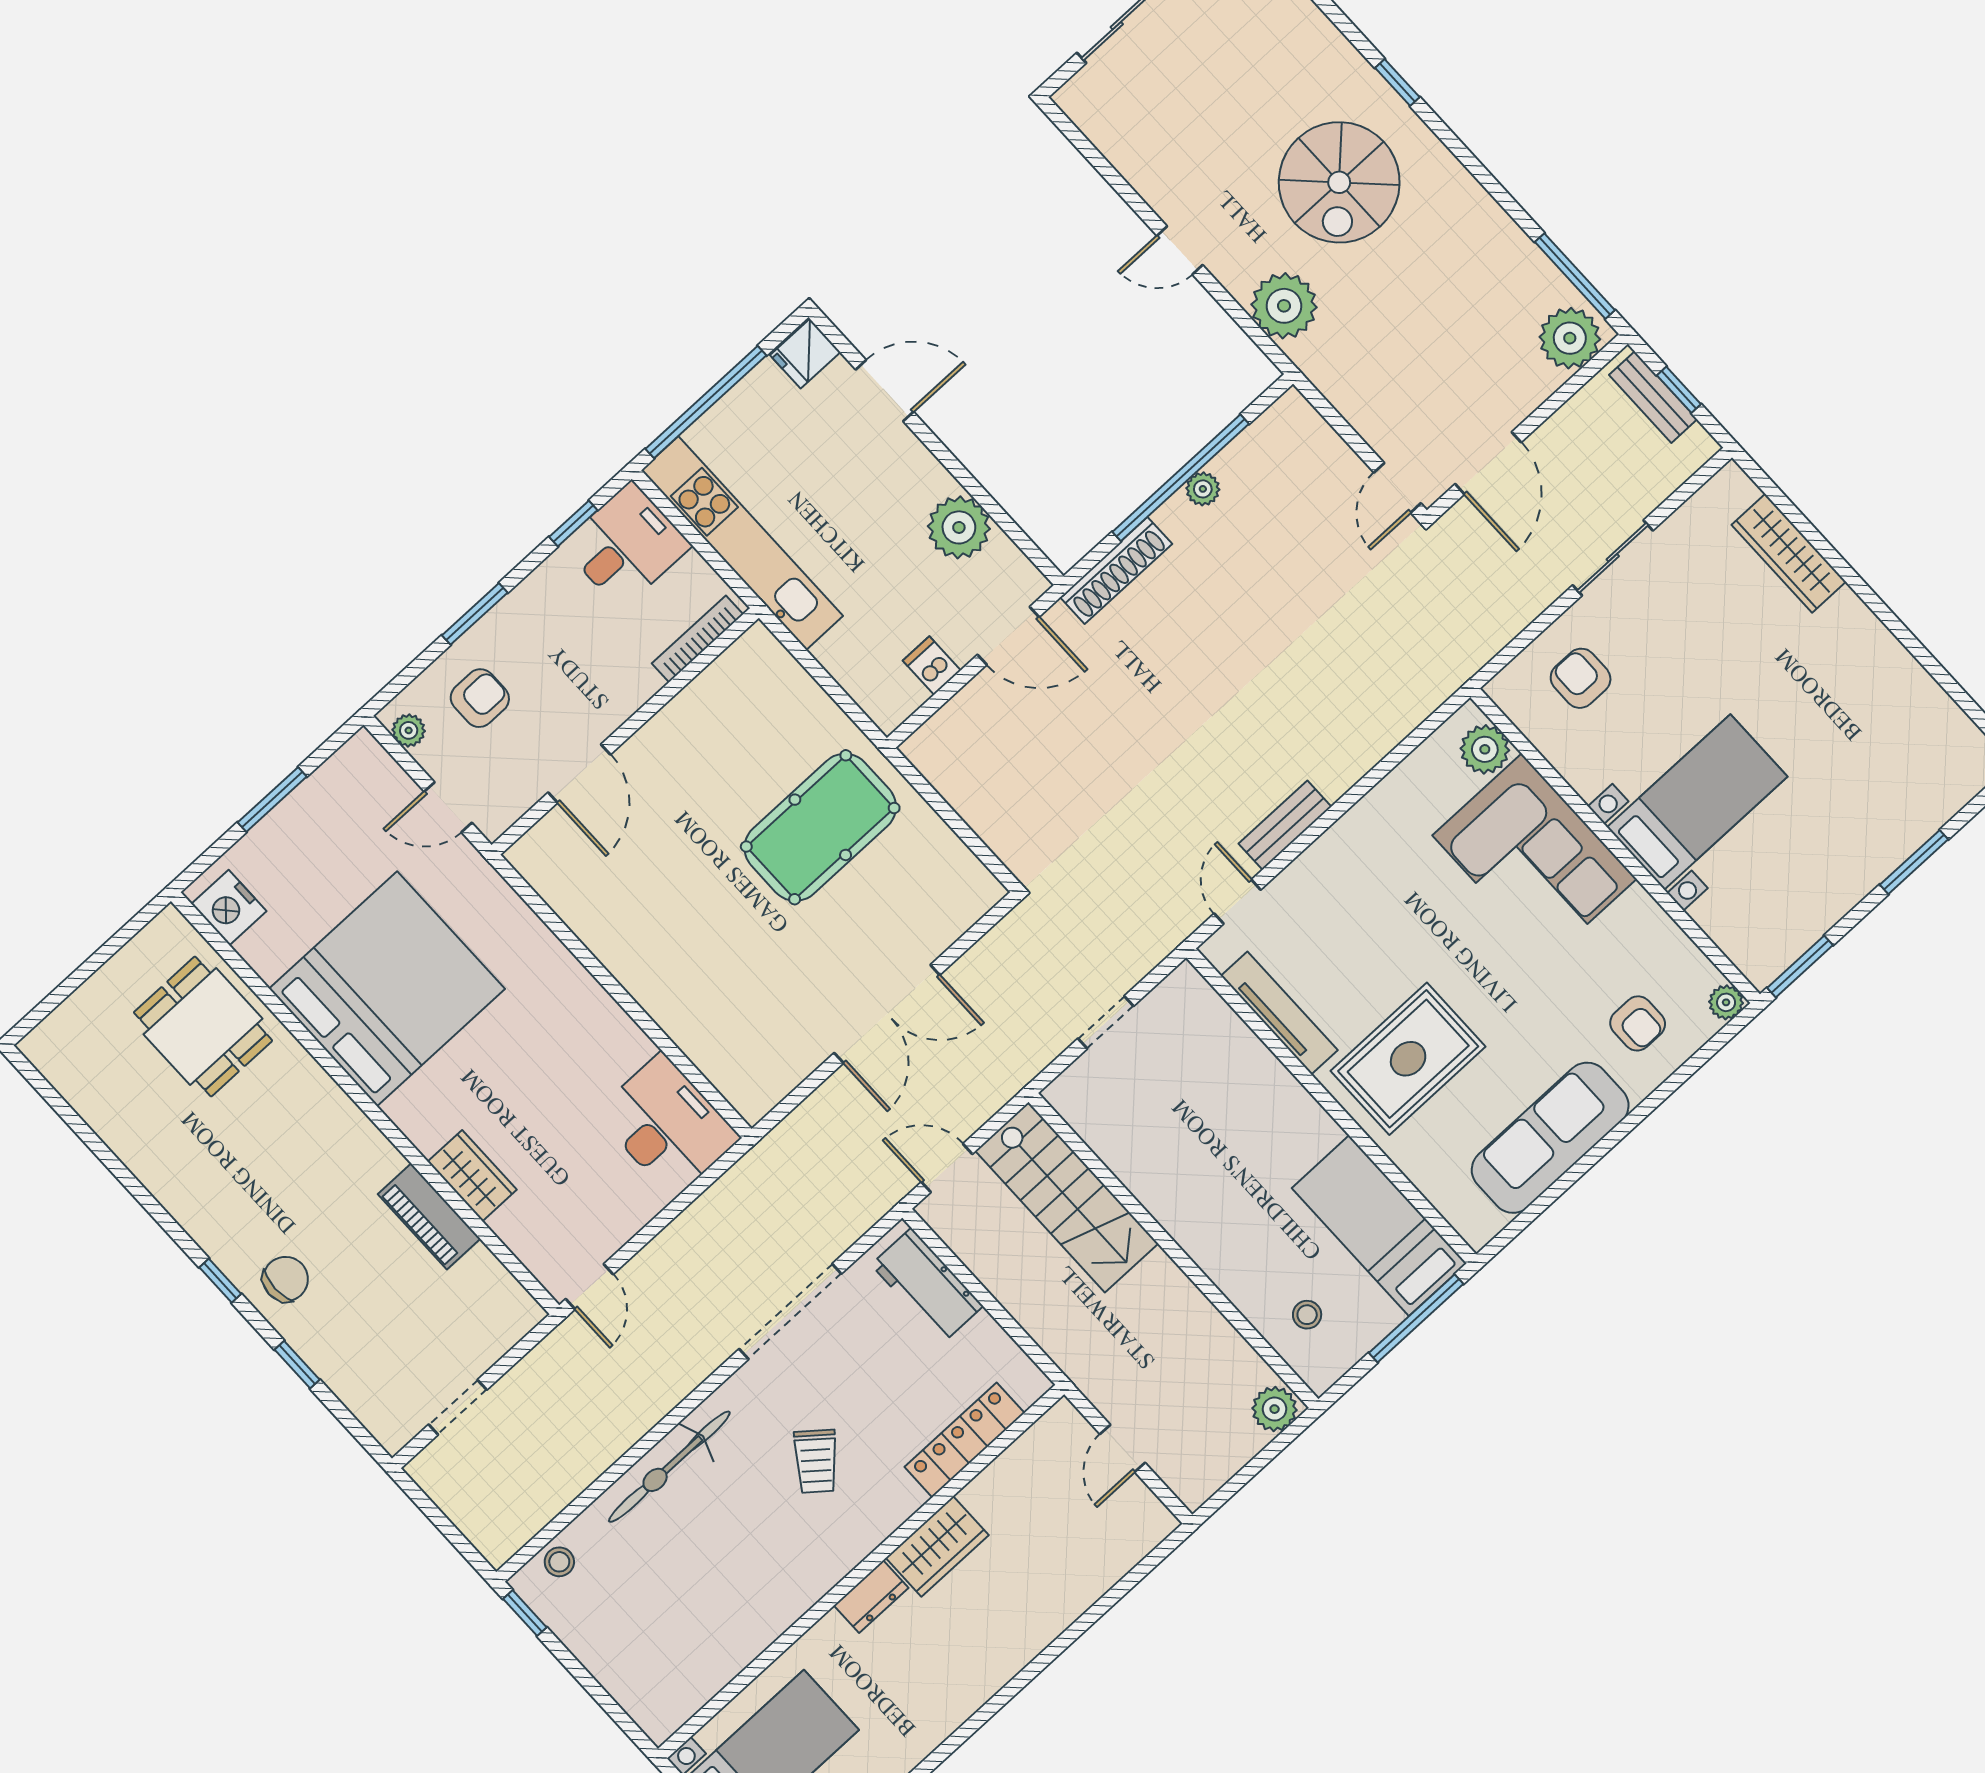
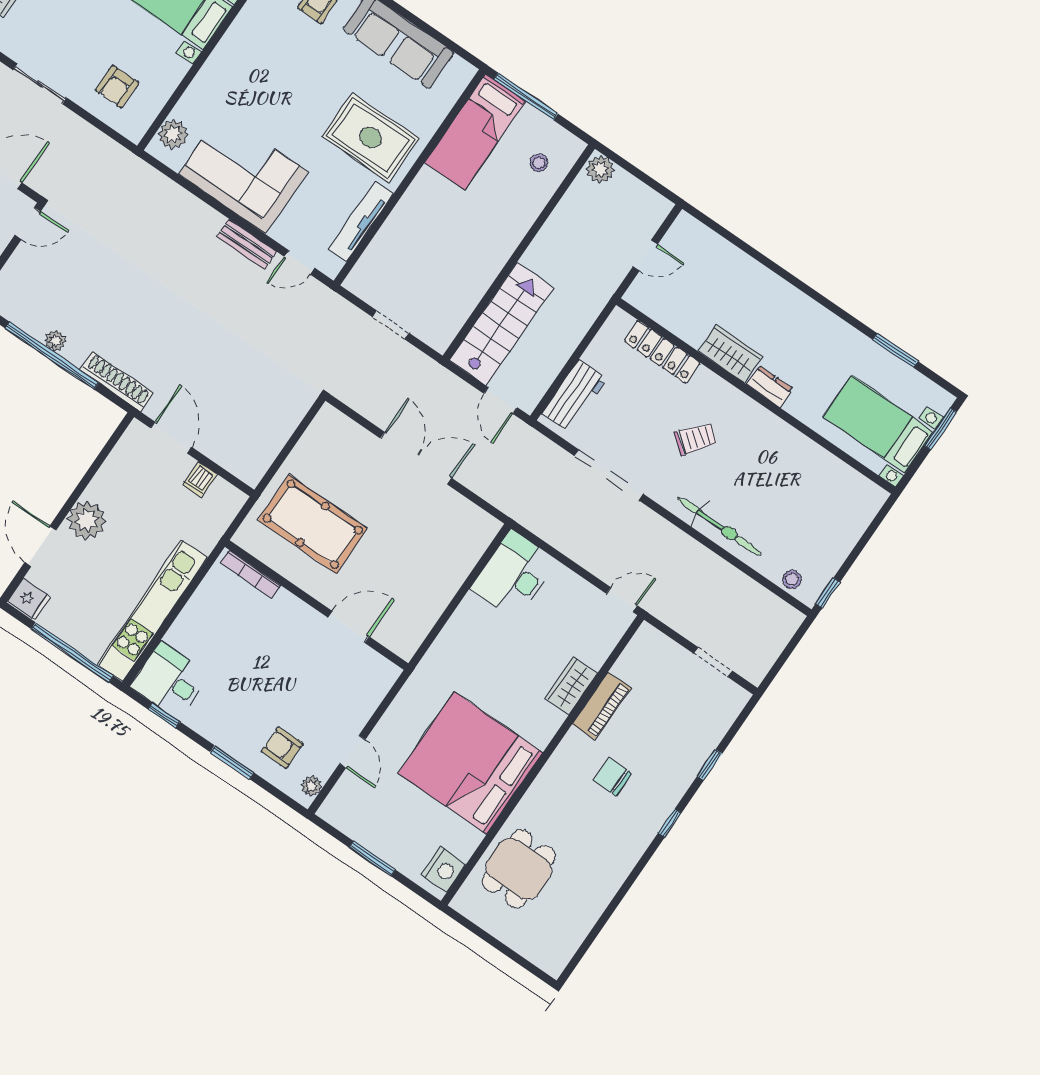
plant: (959, 527) -> (87, 520), moved
bookcase: (698, 639) -> (251, 574), moved
wall: (625, 731) -> (317, 605), moved
door: (579, 774) -> (348, 627), moved
corner sofa: (1534, 857) -> (243, 173), moved, turned -90
chair: (285, 1279) -> (612, 777), moved

